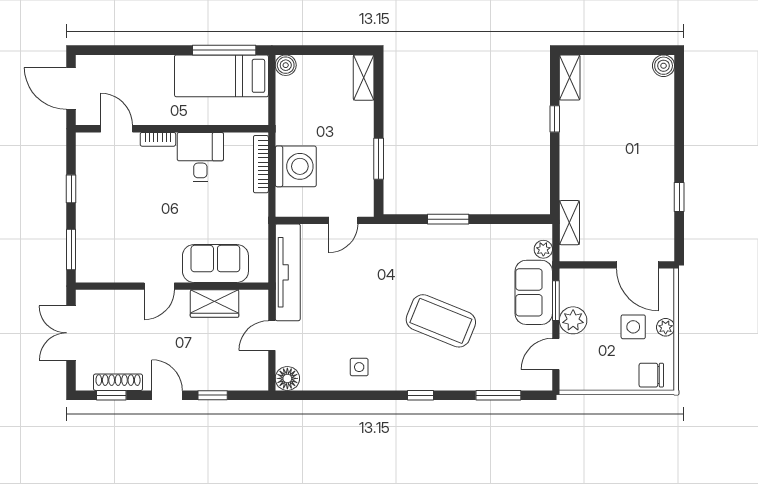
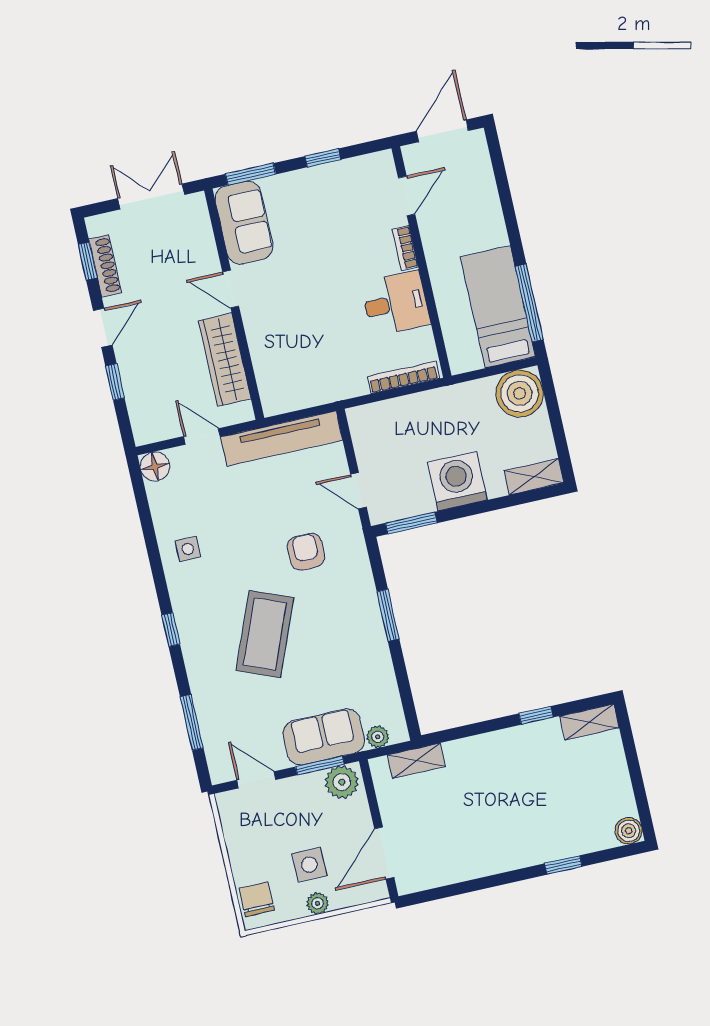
boiler: (286, 65) -> (520, 393), width x1.86, depth x1.86
window: (379, 159) -> (411, 523), moved
washing machine: (296, 166) -> (457, 481), moved, turned 180
window: (679, 197) -> (563, 865), moved
sofa: (215, 264) -> (244, 223), moved
armchair: (383, 273) -> (306, 552), added
wardrobe: (215, 304) -> (225, 360), width x1.50
plant: (573, 320) -> (342, 782), moved

